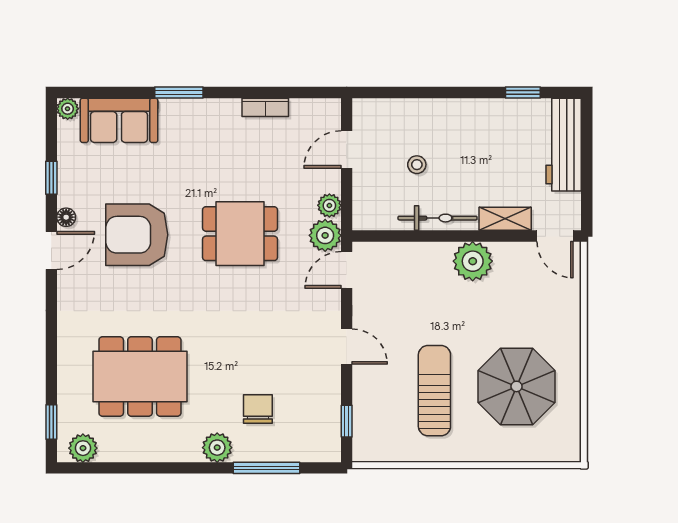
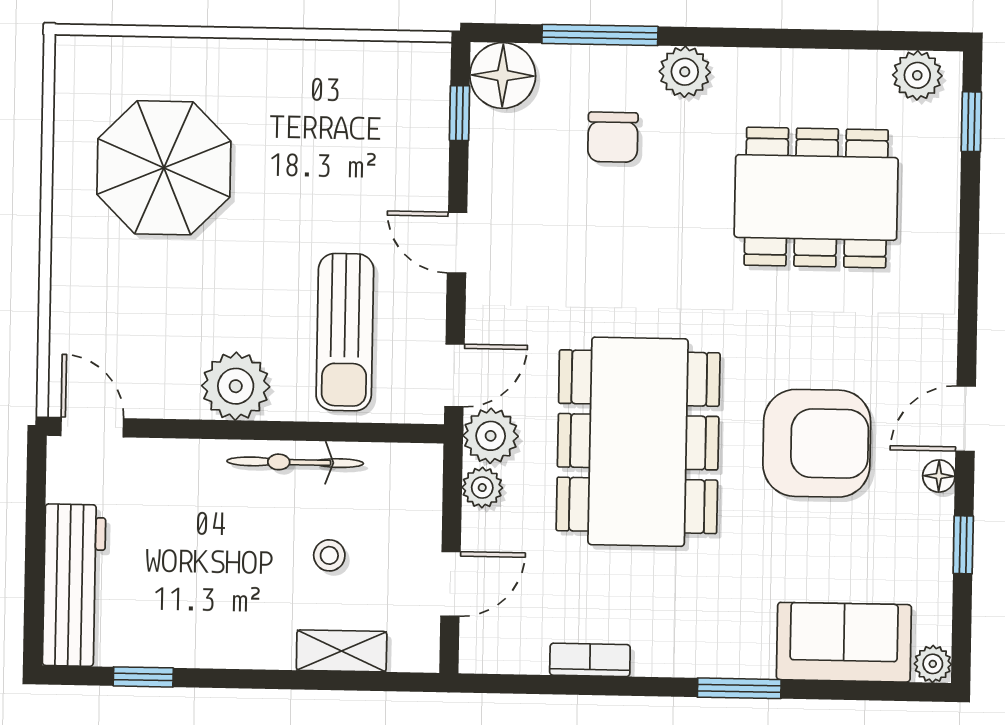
shelving: (505, 219) -> (342, 651), moved
dining table: (240, 234) -> (638, 442), width x1.88, depth x1.24
sun lounger: (434, 391) -> (345, 332), moved
floor lamp: (322, 443) -> (503, 75), added

